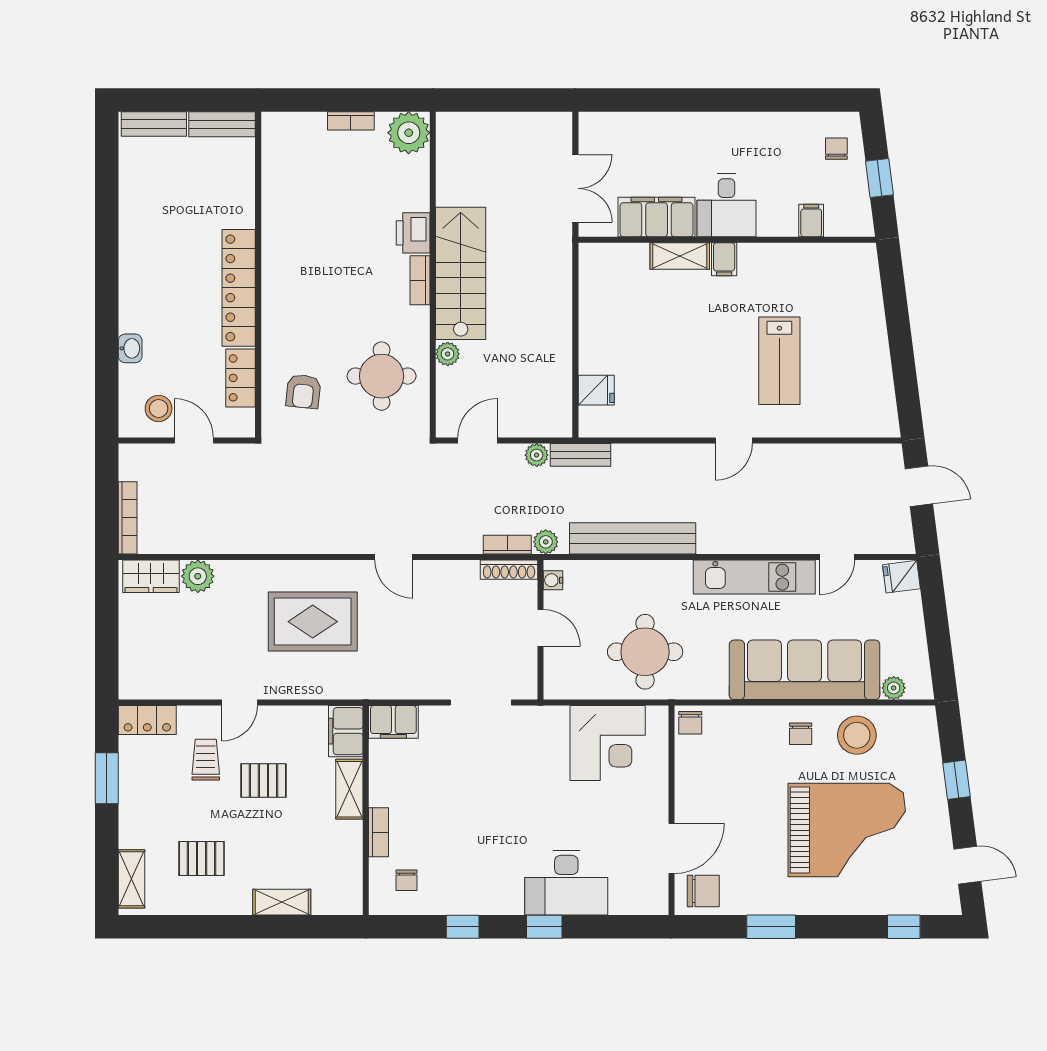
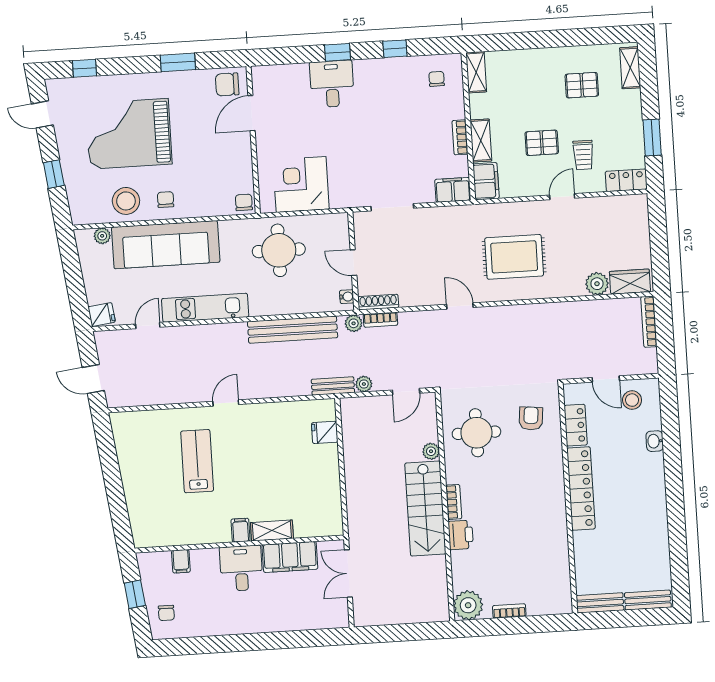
bookcase: (379, 832) -> (460, 137), moved
desk: (566, 883) -> (332, 84), width x0.73
shelving: (282, 902) -> (476, 72), moved, turned 90

